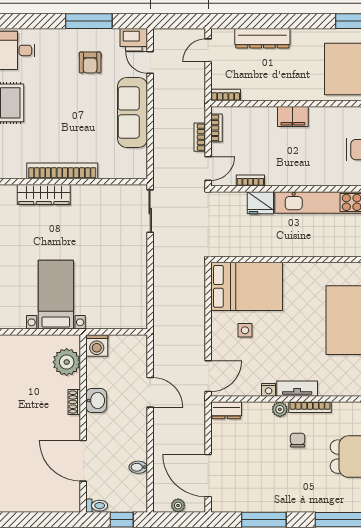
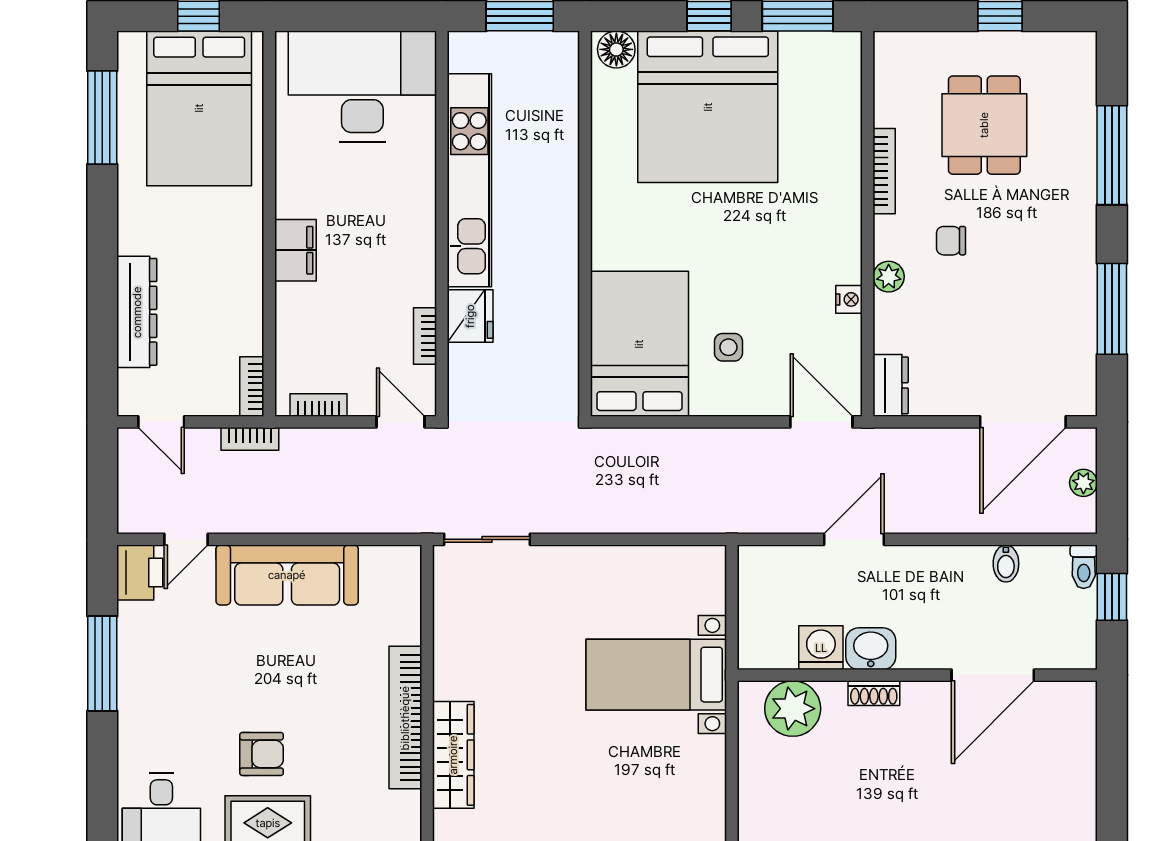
armchair: (90, 63) -> (262, 754), moved
bookcase: (200, 137) -> (250, 439), moved
bed with nightstands: (56, 295) -> (656, 675), moved
washing machine: (97, 346) -> (821, 648), moved, turned -90
tv unit: (297, 389) -> (847, 242), removed
bookcase: (310, 407) -> (884, 171), moved
toilet: (97, 506) -> (1084, 567), moved, turned 180

